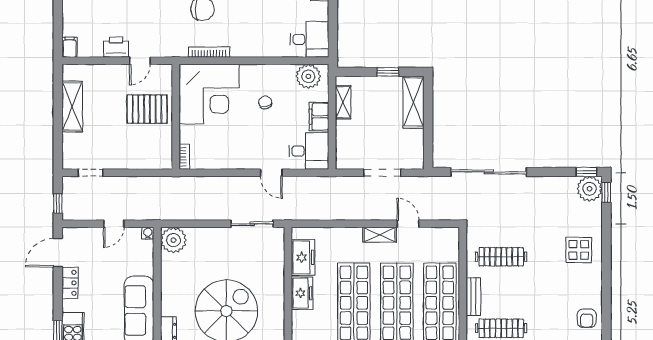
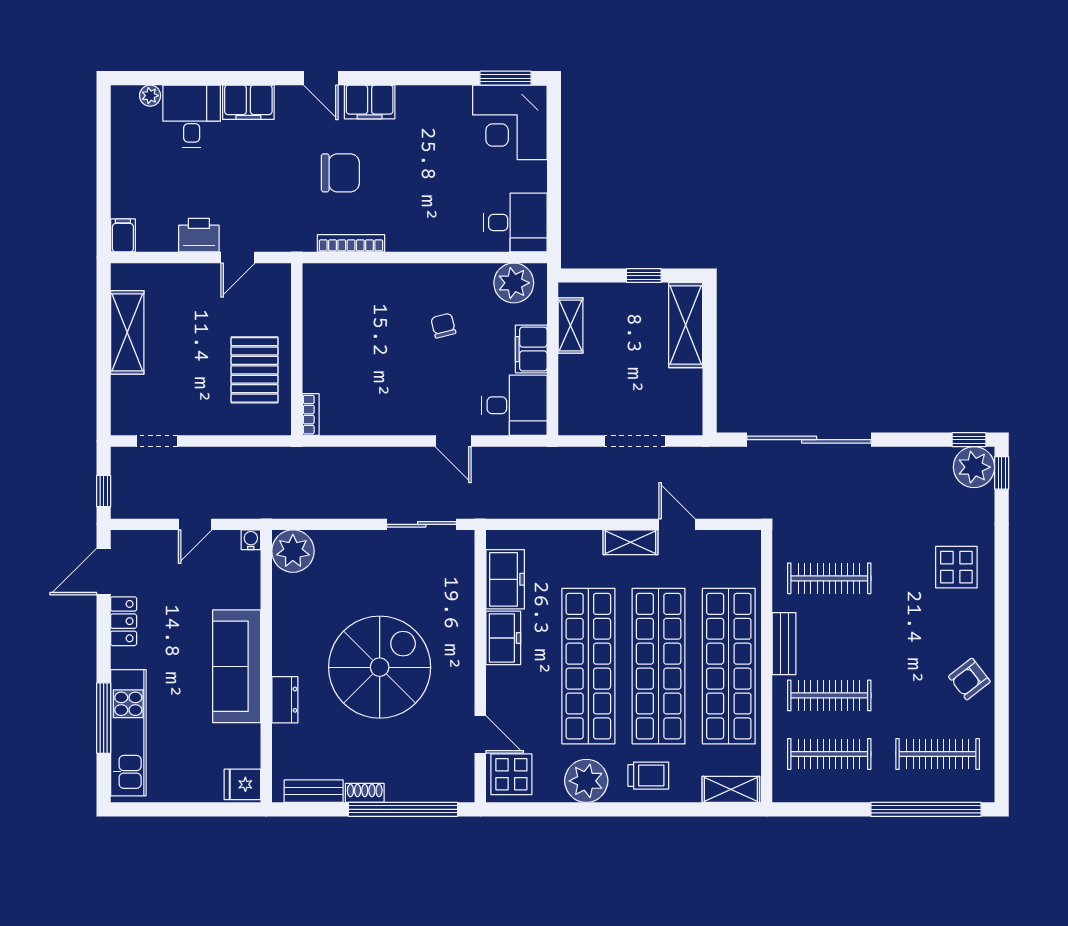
corner desk: (209, 94) -> (351, 312), removed
pallet: (147, 109) -> (255, 370), moved, turned 90
armchair: (587, 318) -> (969, 679), turned 52

